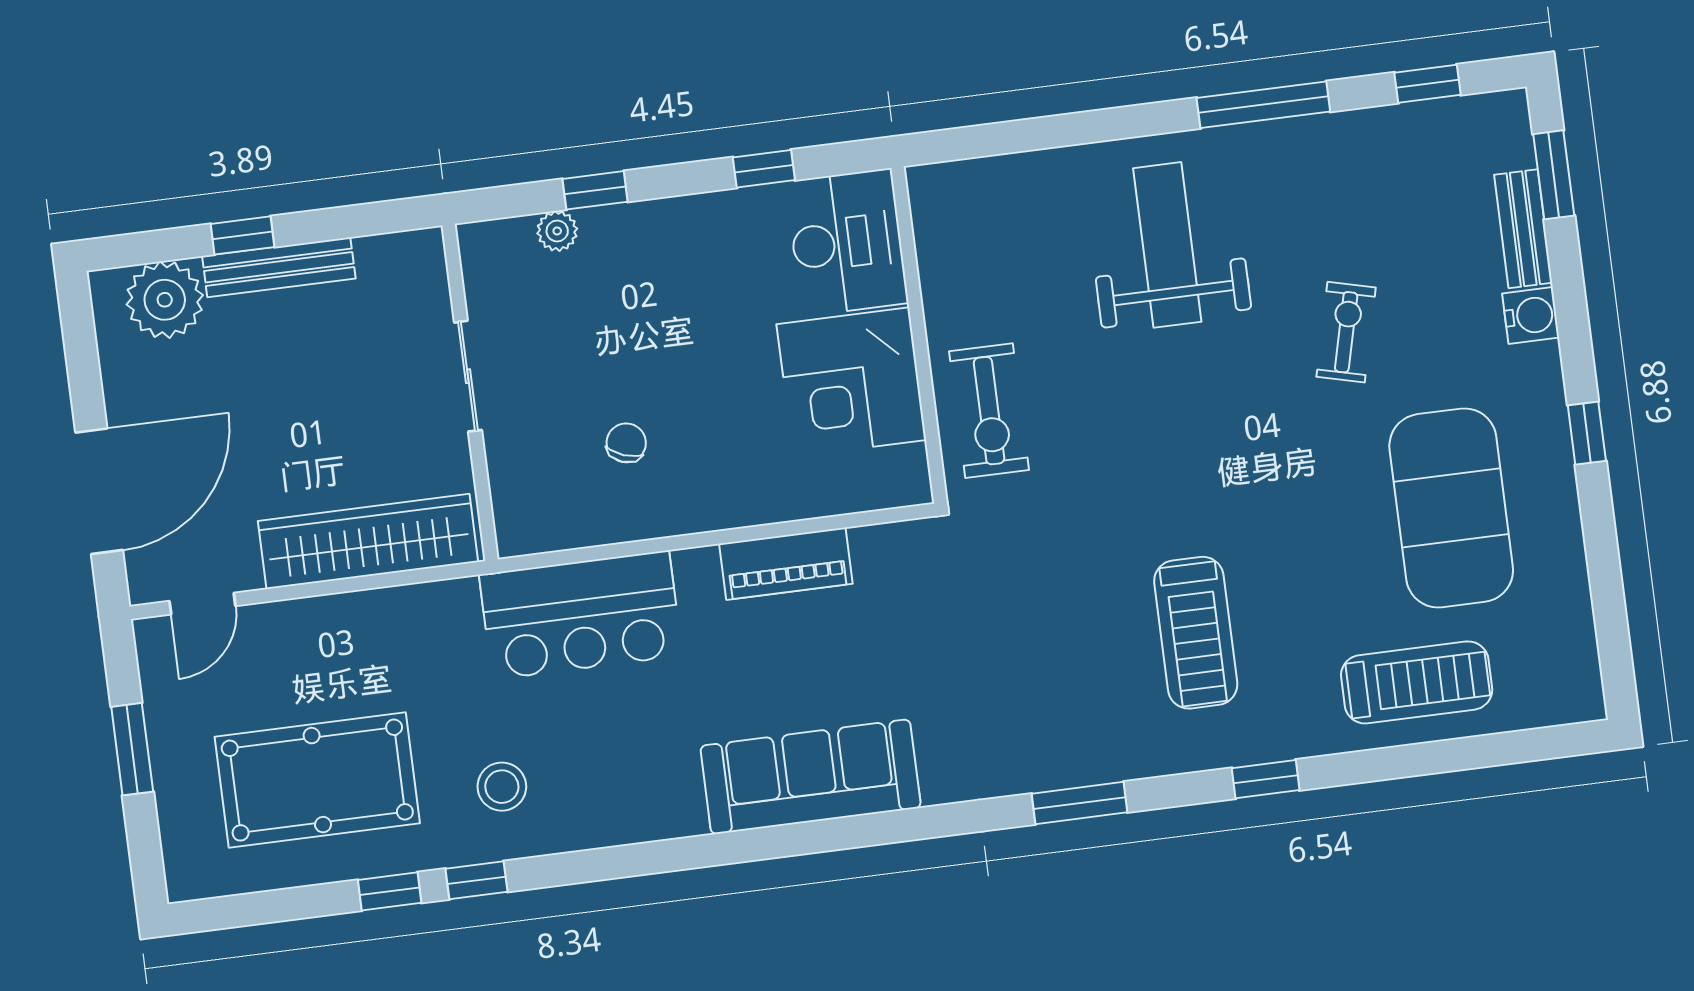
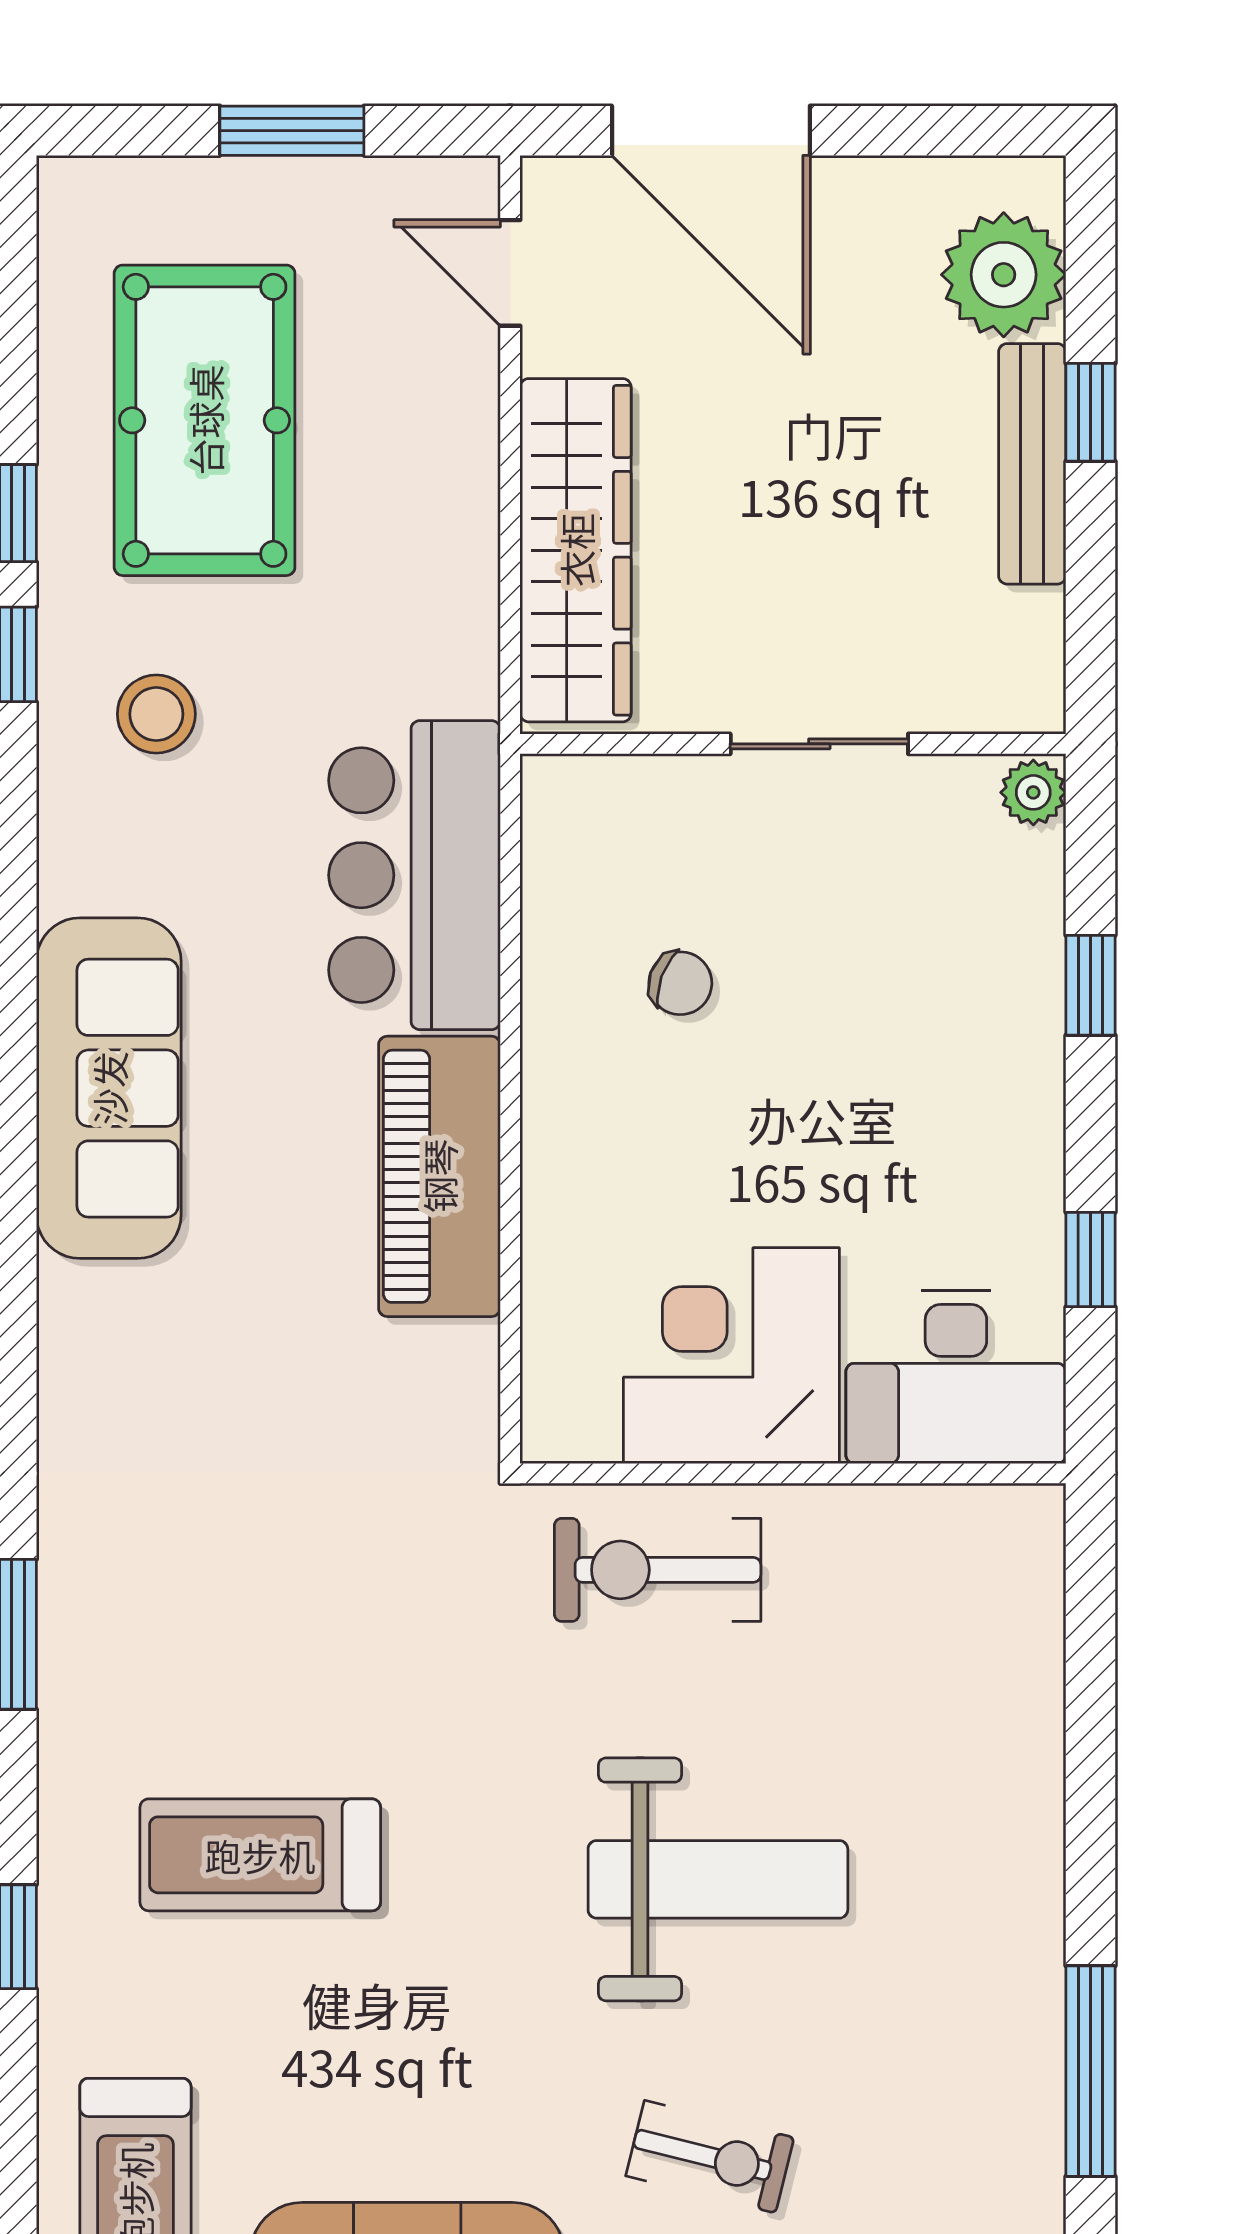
plant: (557, 231) -> (1033, 792), moved
weight bench: (1167, 245) -> (718, 1879), moved
piano: (786, 564) -> (439, 1176), width x1.37, depth x1.33
sofa: (811, 777) -> (109, 1088), moved

